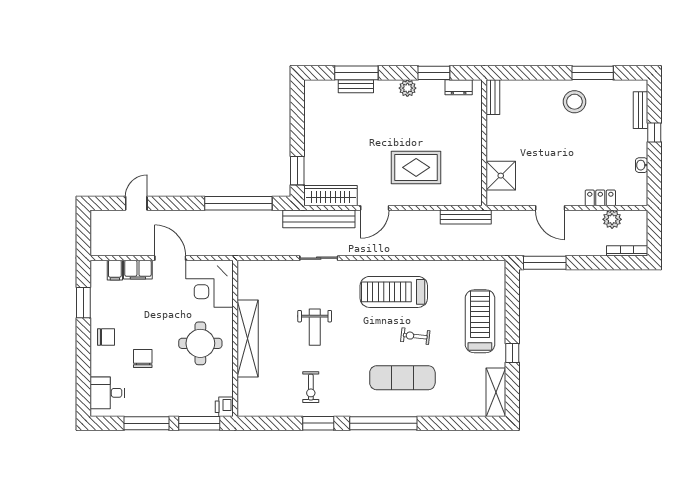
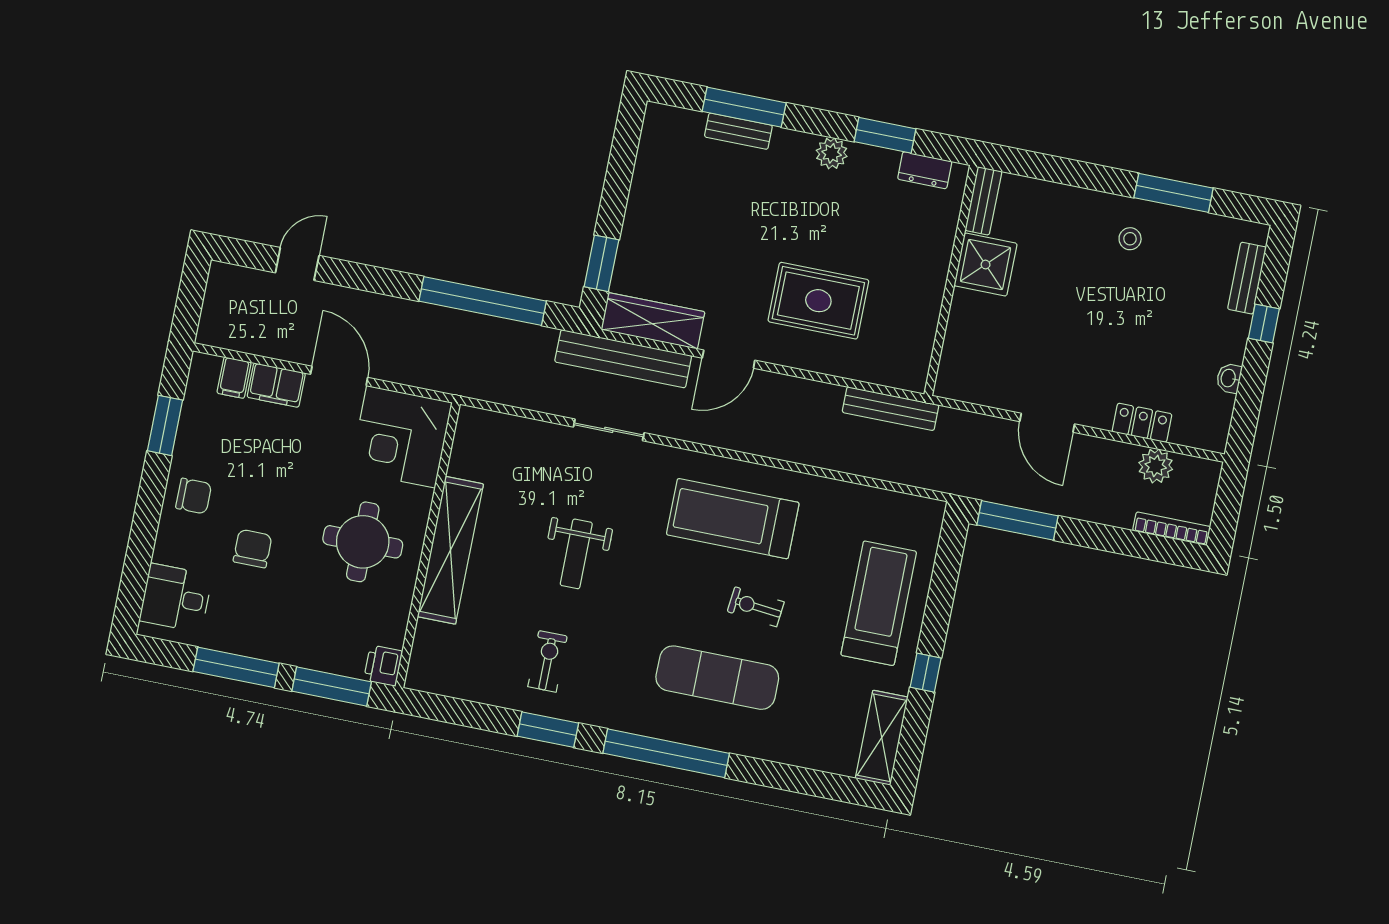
stool: (574, 102) -> (1130, 239), width x0.53, depth x0.53
shower: (501, 176) -> (986, 265), moved
exercise bike: (311, 387) -> (548, 661), turned 180

